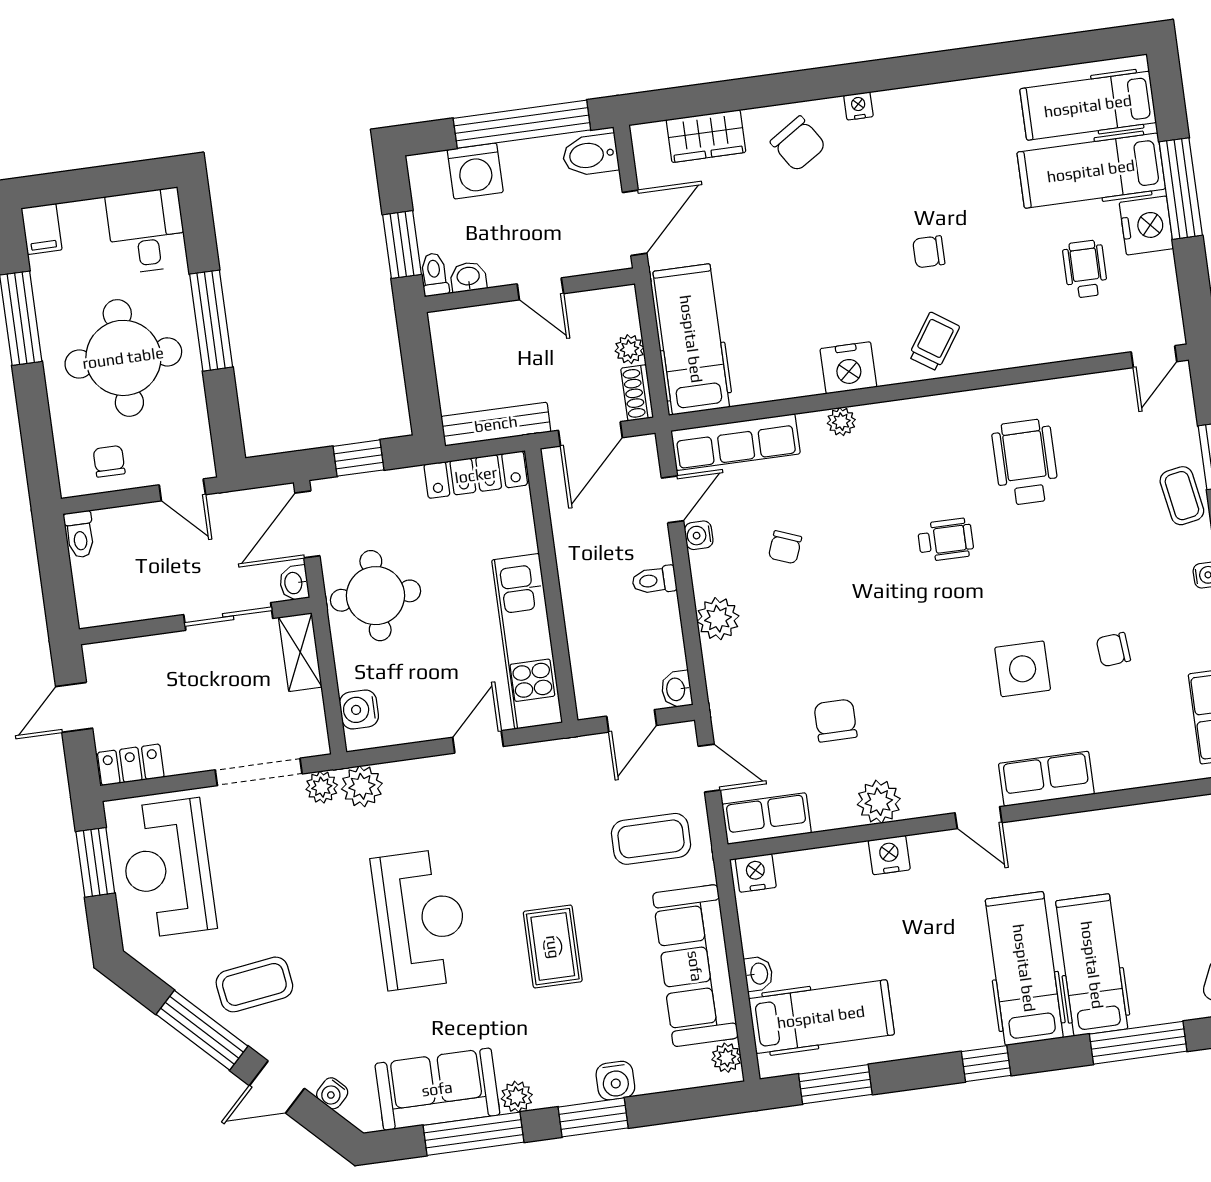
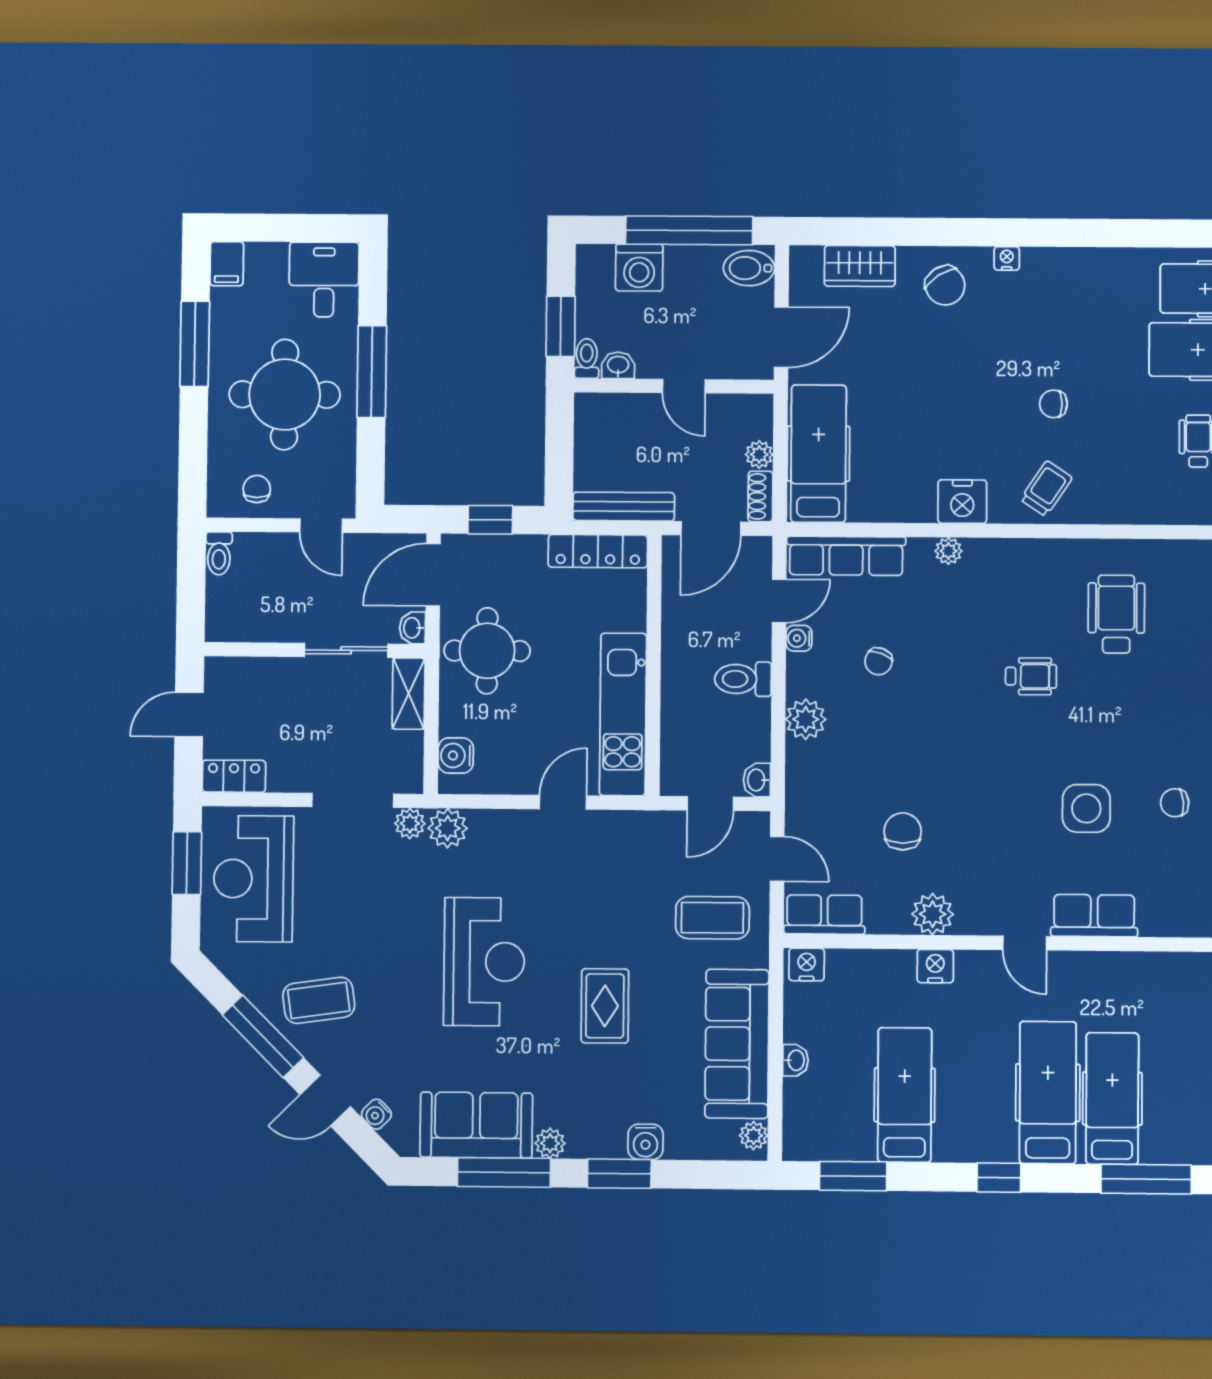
toilet: (654, 580) -> (743, 679), width x1.37, depth x1.39
hospital bed: (821, 1017) -> (905, 1095), moved, turned -90

